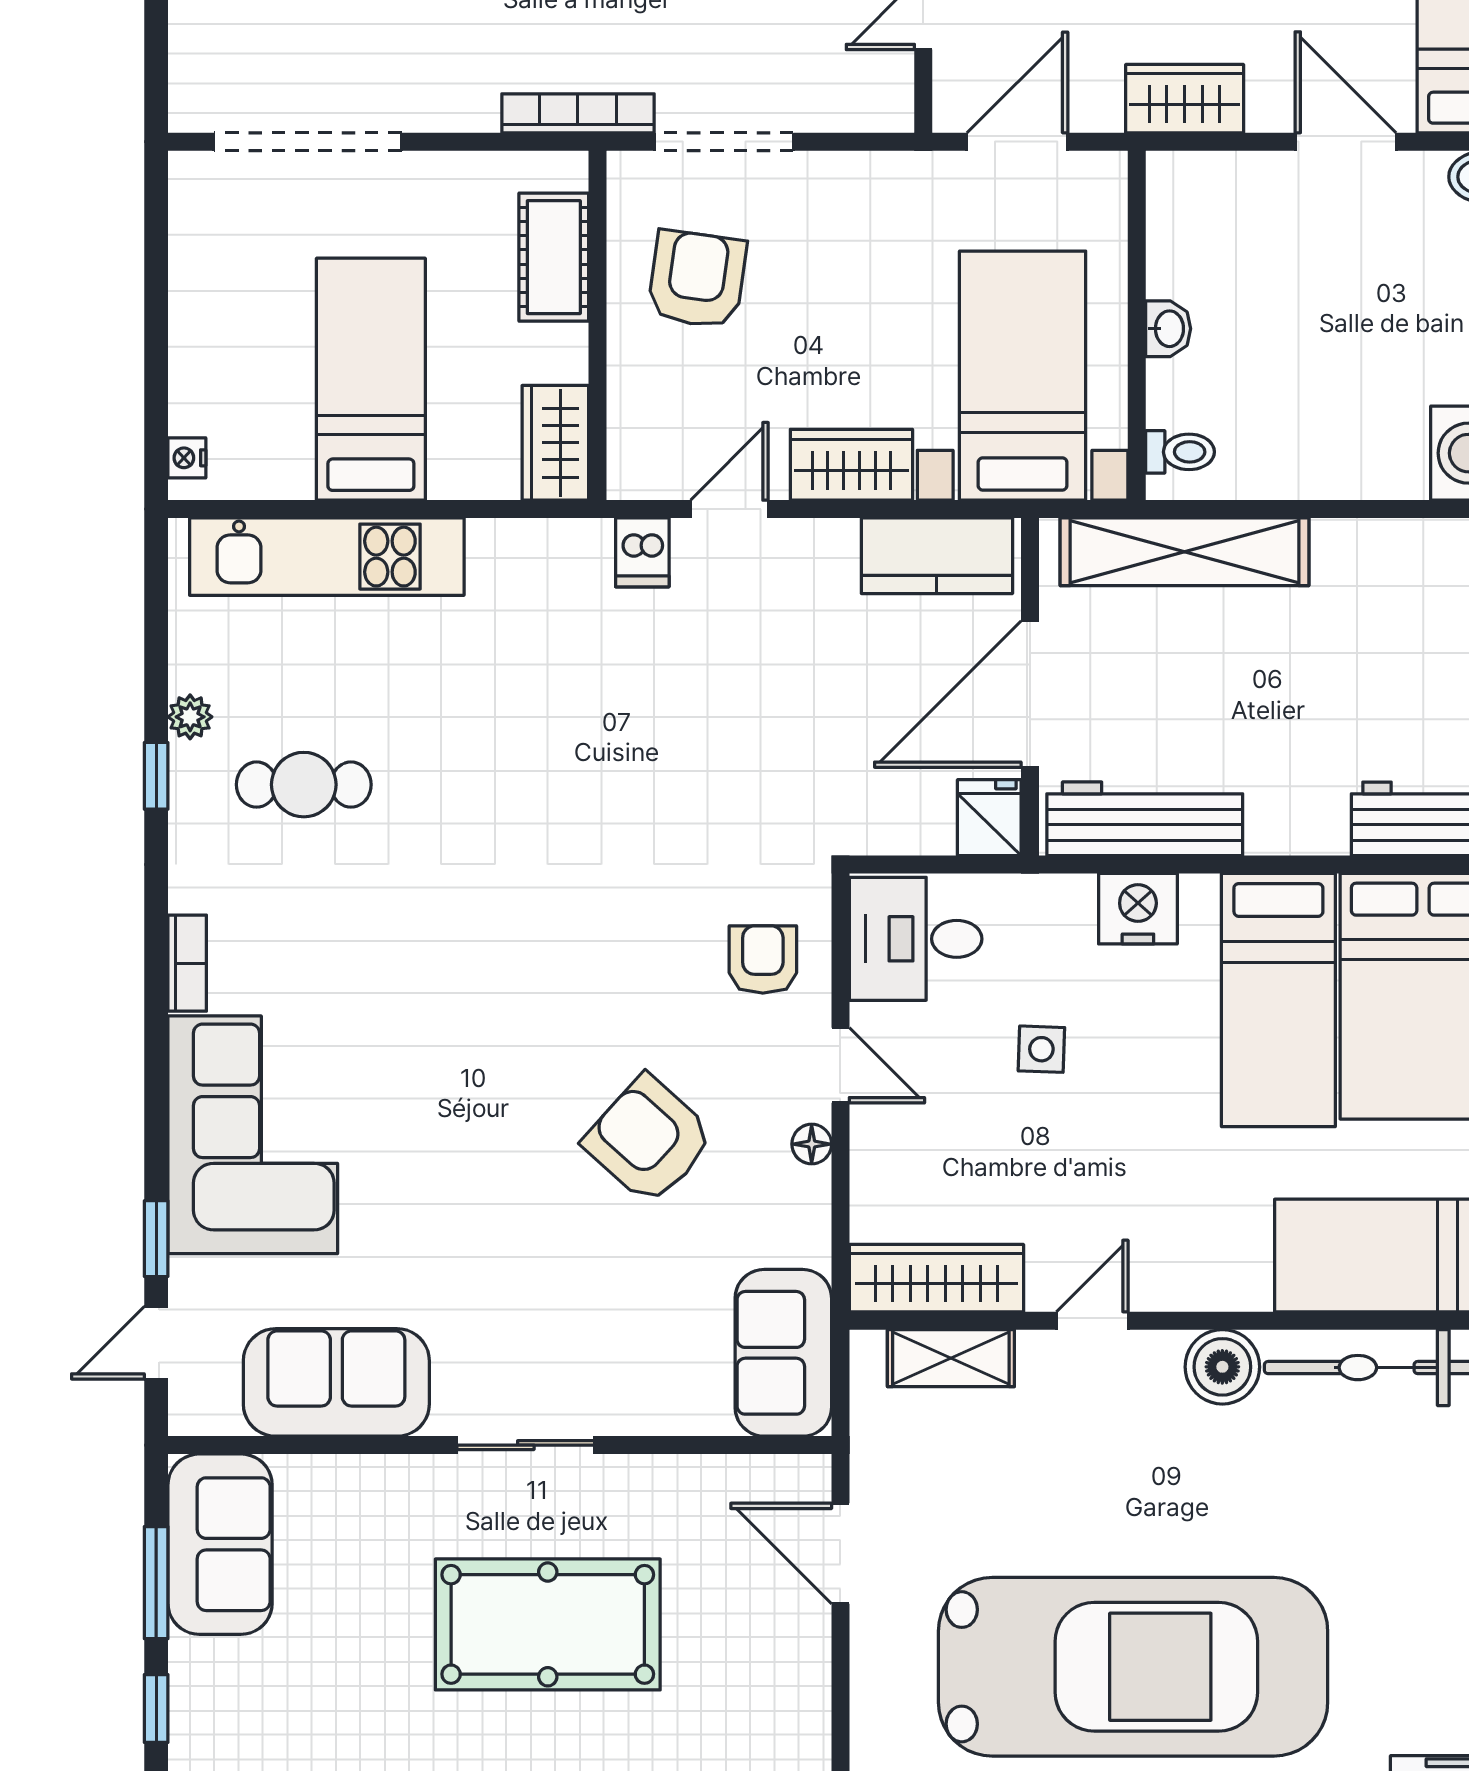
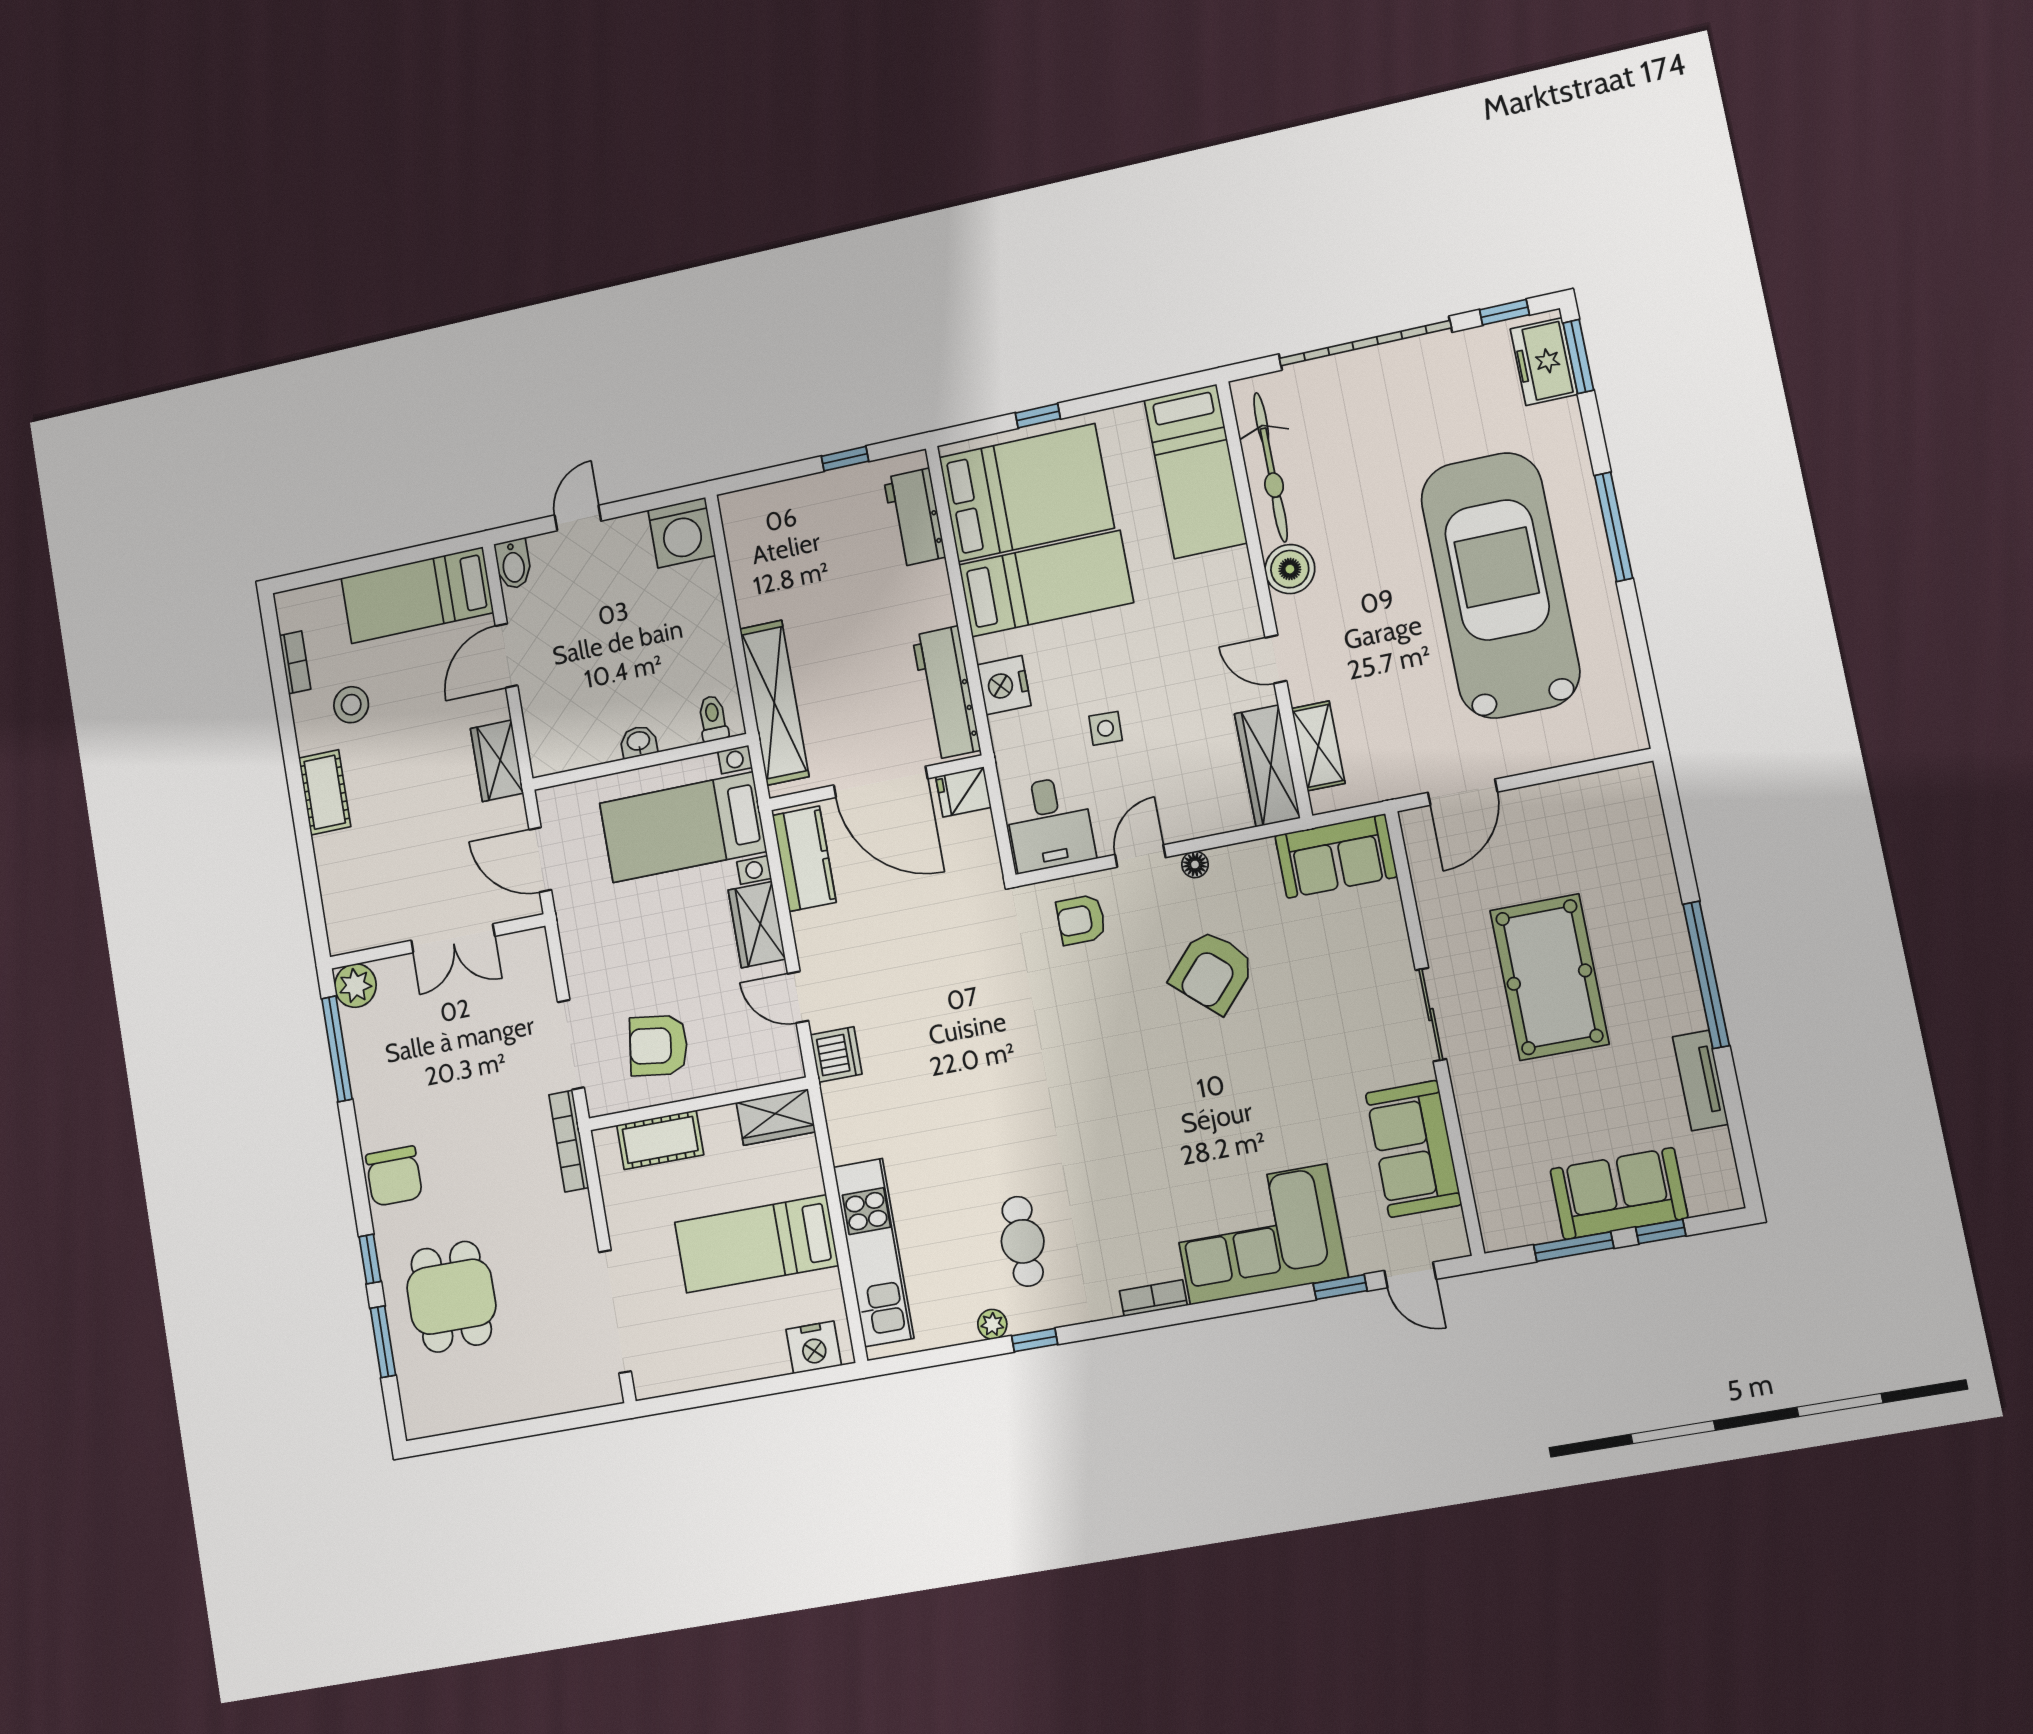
nightstand: (187, 458) -> (814, 1347), width x1.89, depth x1.79
dishwasher: (642, 552) -> (836, 1054), width x1.38
sofa: (220, 1544) -> (1619, 1194), moved

